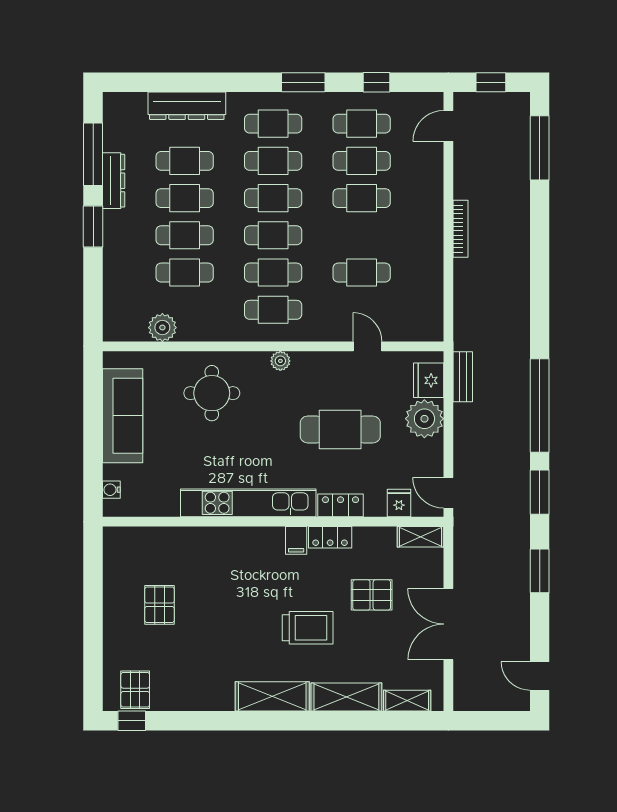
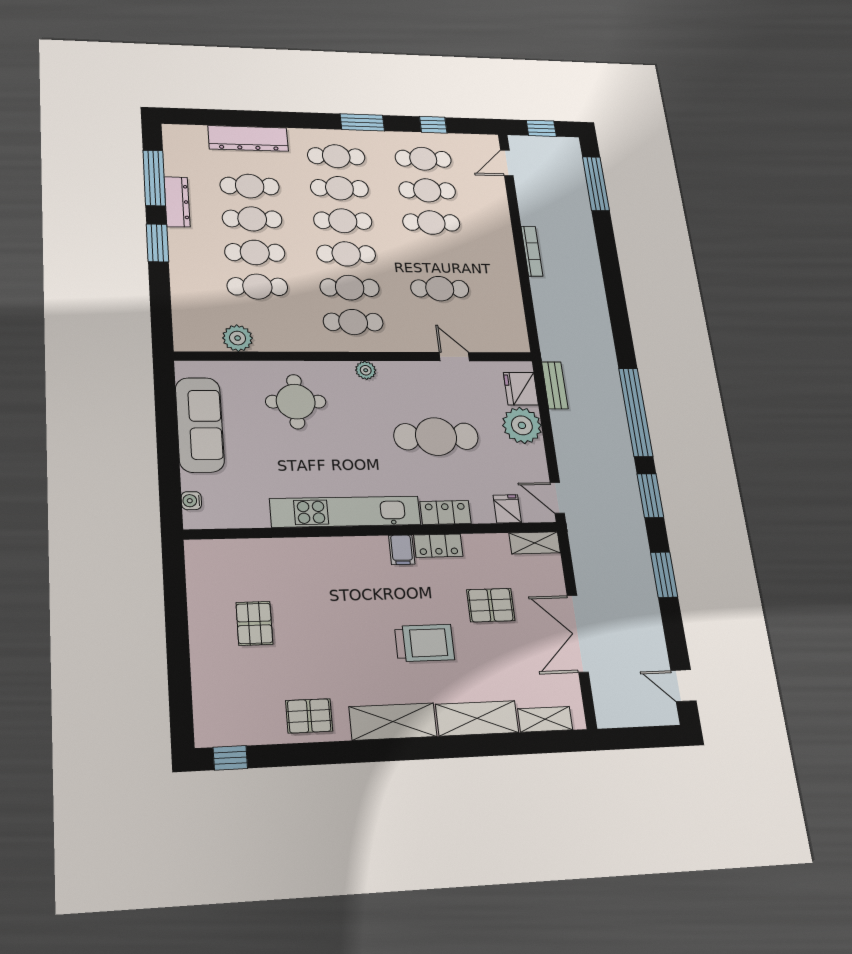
pallet: (135, 690) -> (309, 716), moved, turned 90

